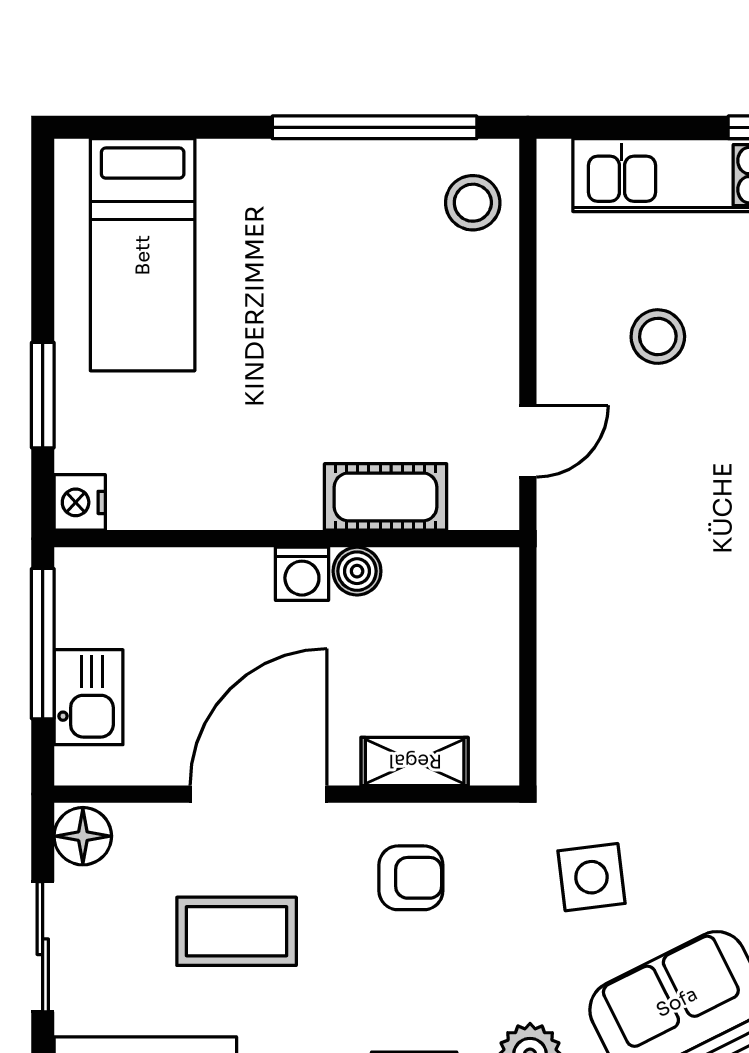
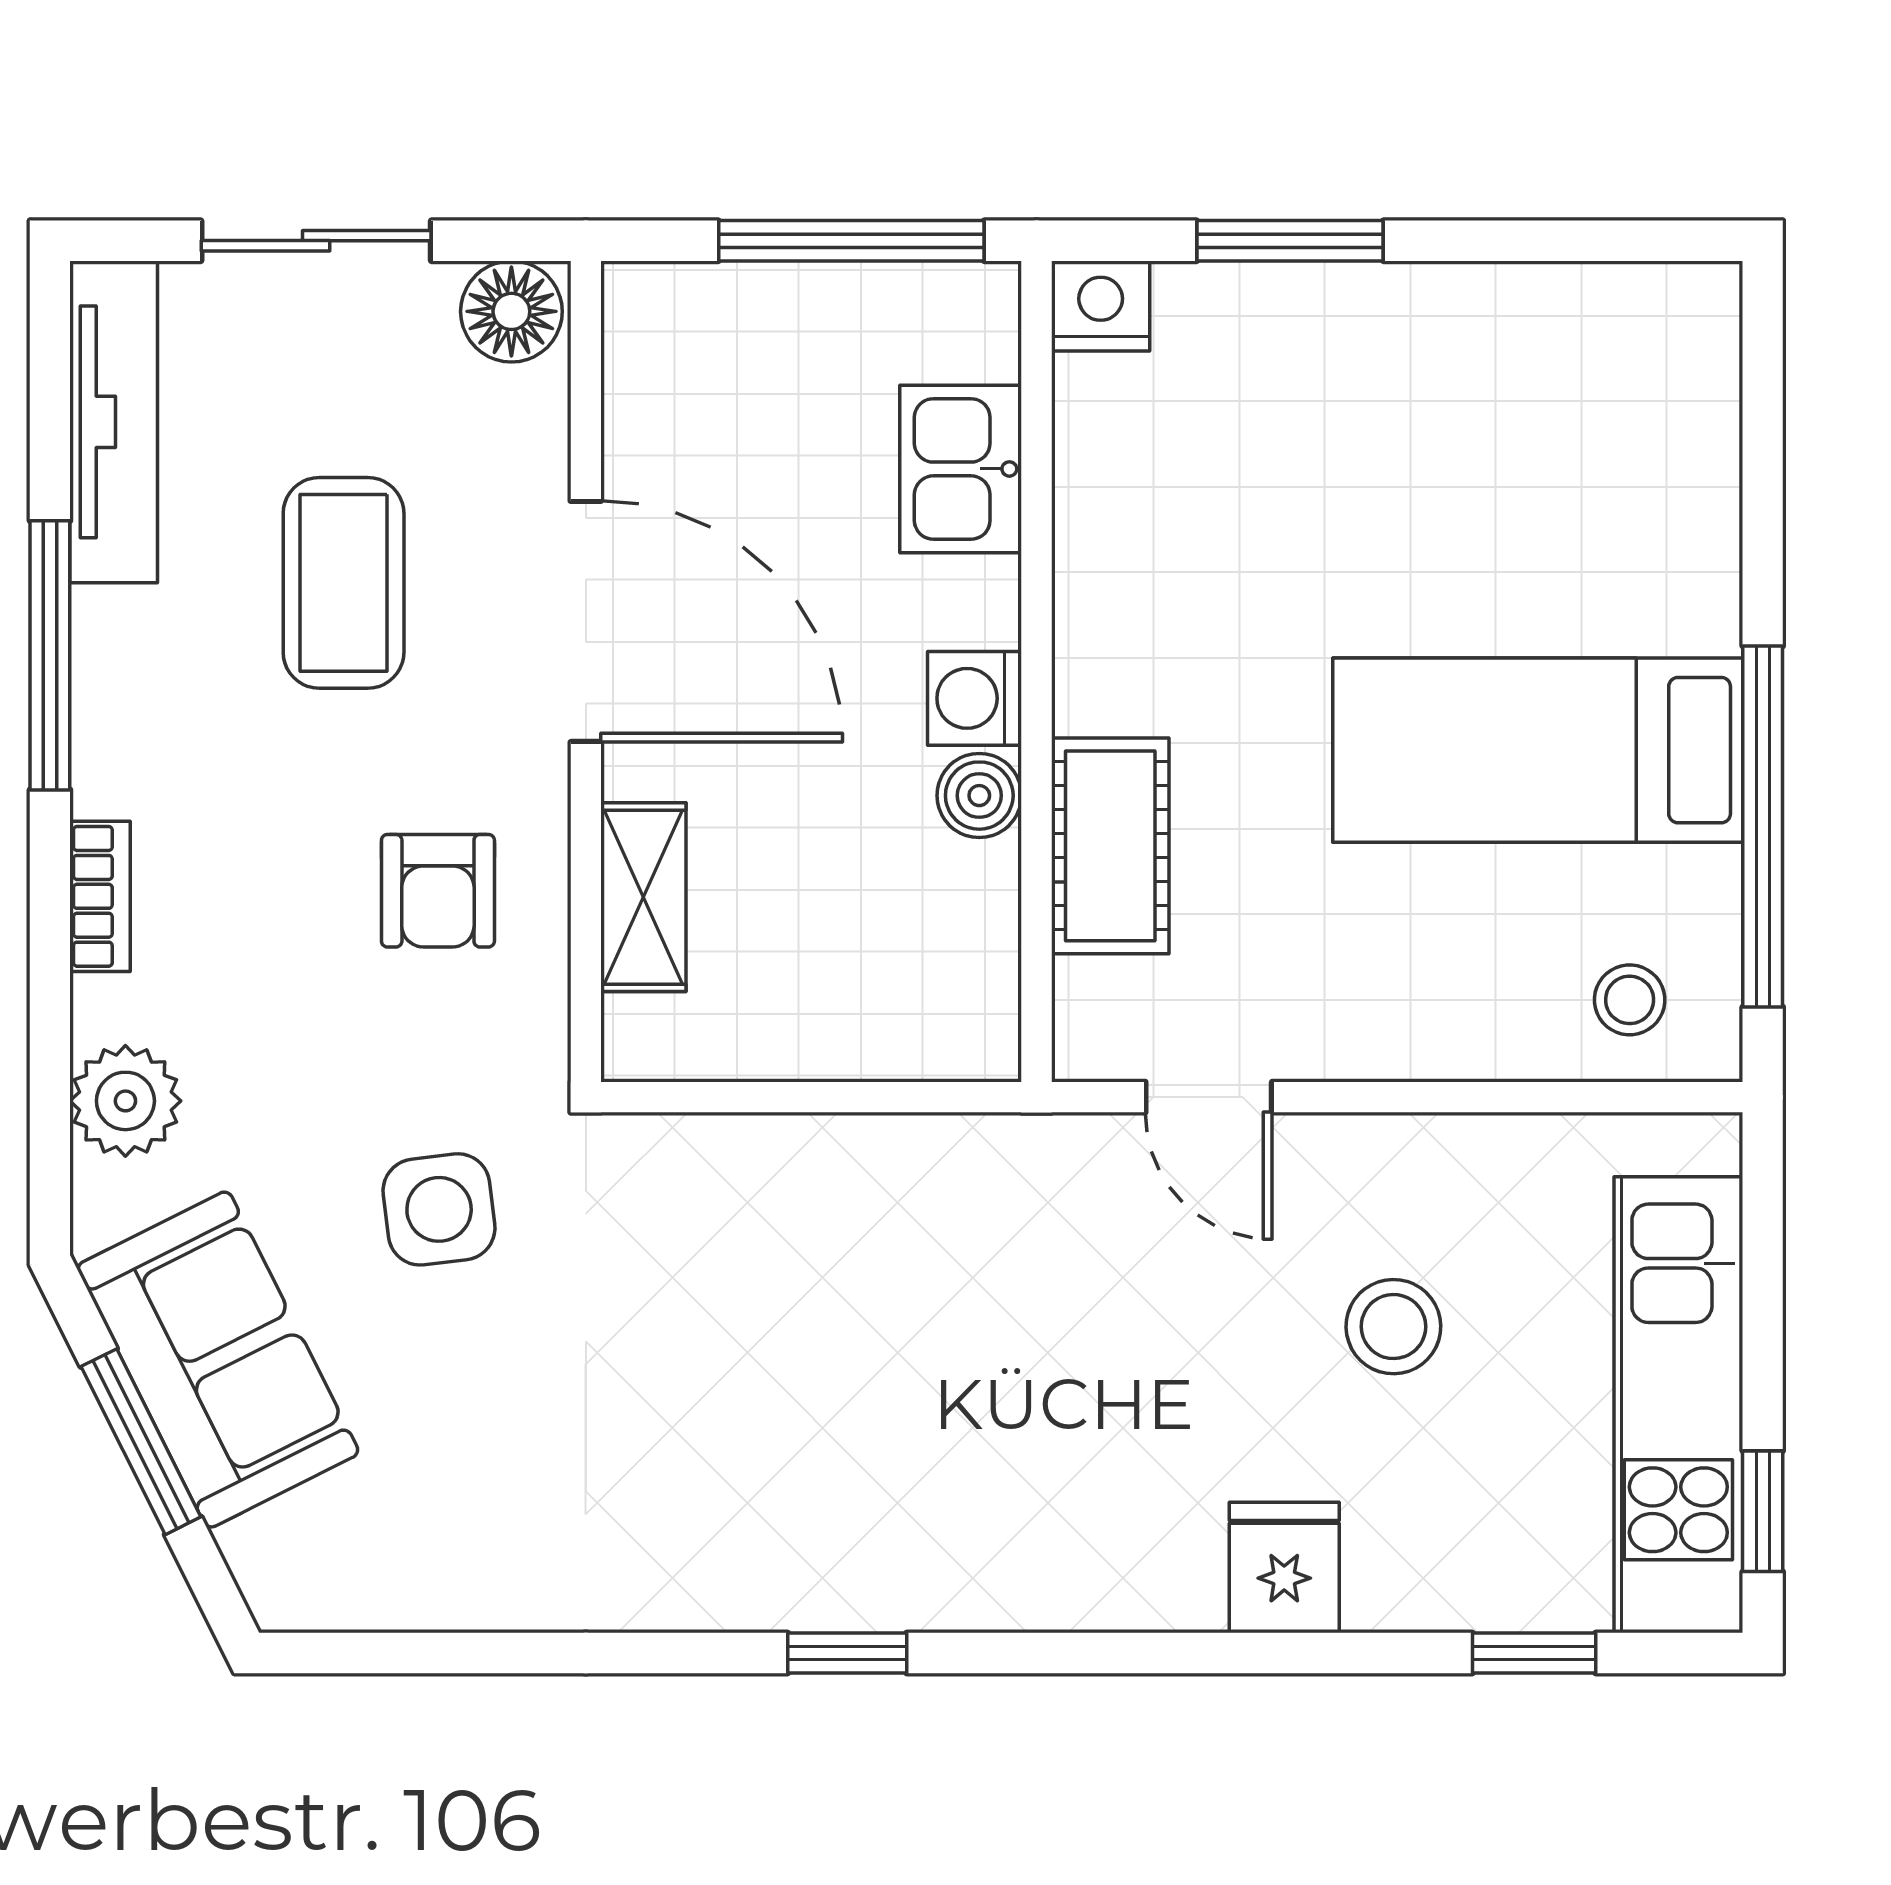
stool: (473, 203) -> (1630, 1000), width x0.73, depth x0.73
bed: (143, 255) -> (1538, 750), moved
kitchen sink: (89, 697) -> (961, 469), moved, turned 90

